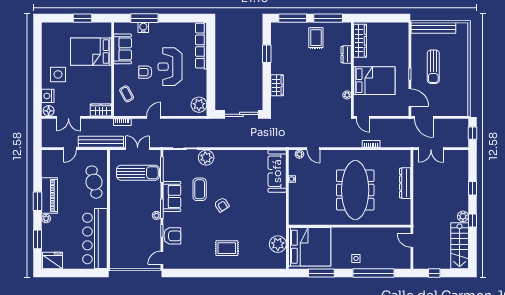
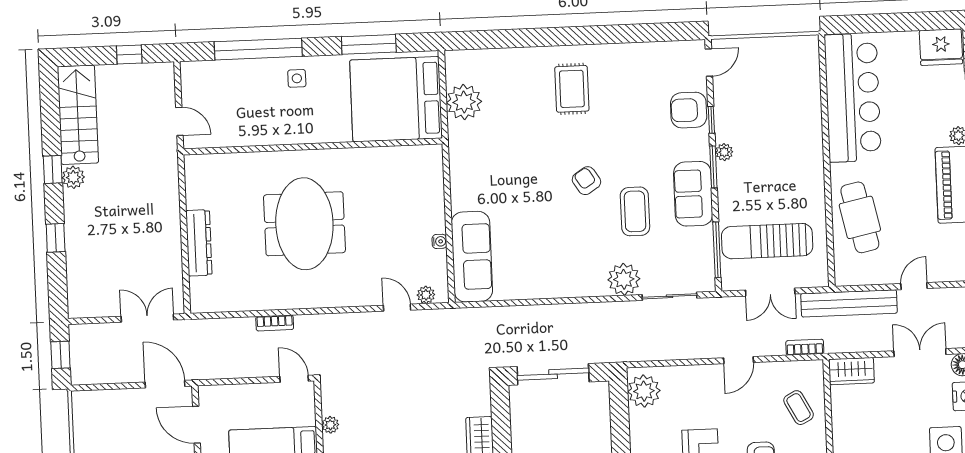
meeting table: (355, 190) -> (304, 224), width x0.73
rug: (227, 248) -> (572, 89), turned 90

